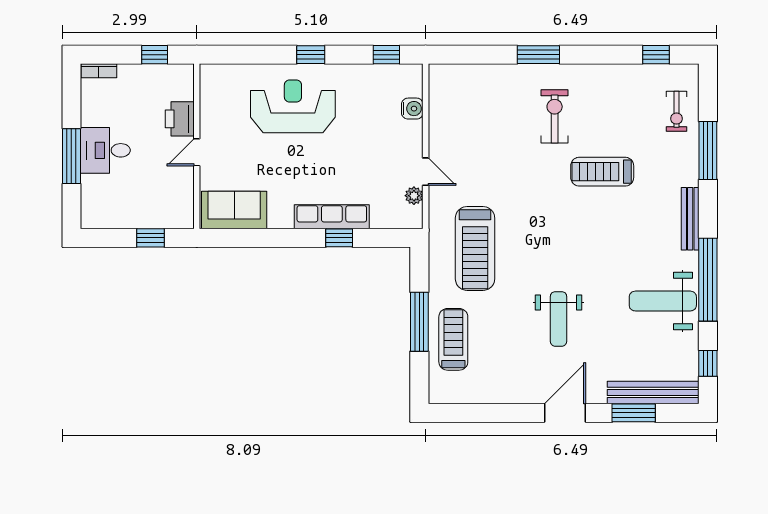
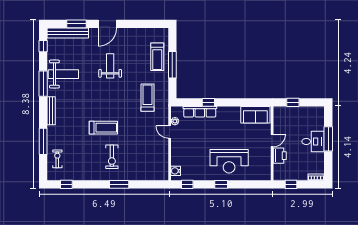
water cooler: (412, 109) -> (176, 171), moved
treadmill: (602, 172) -> (103, 128), moved
row of seats: (332, 217) -> (200, 112), moved
treadmill: (475, 248) -> (148, 98), width x0.73, depth x0.73
window: (708, 280) -> (43, 84), width x0.68

